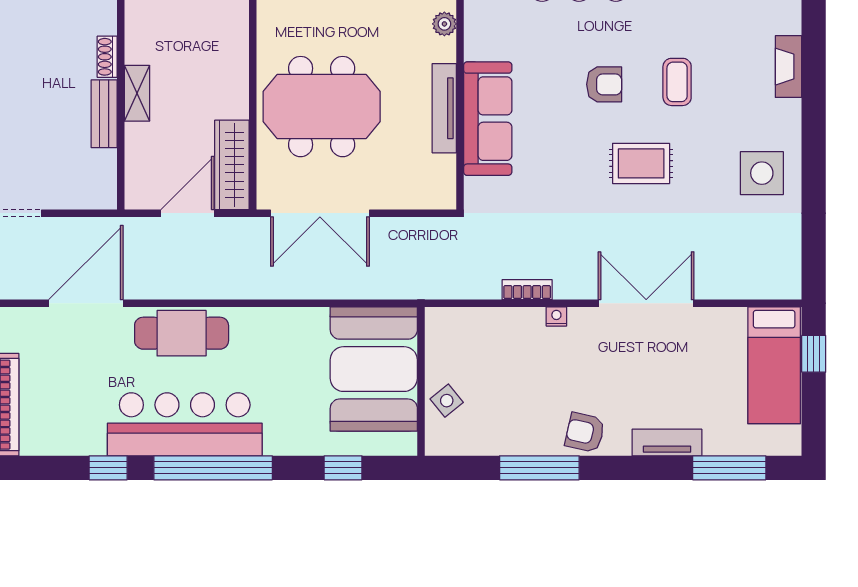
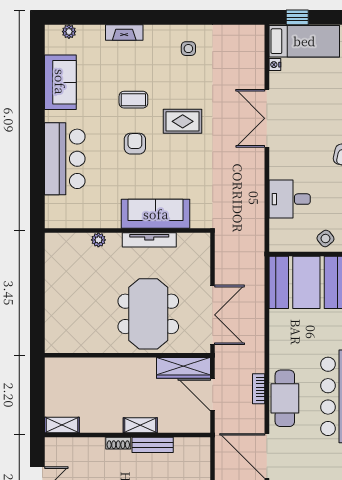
rug: (641, 163) -> (183, 121), turned 90
side table: (762, 173) -> (188, 49), width x0.54, depth x0.54
bookcase: (527, 290) -> (259, 389), moved
nightstand: (556, 316) -> (275, 65), moved
desk: (512, 341) -> (290, 199), added

